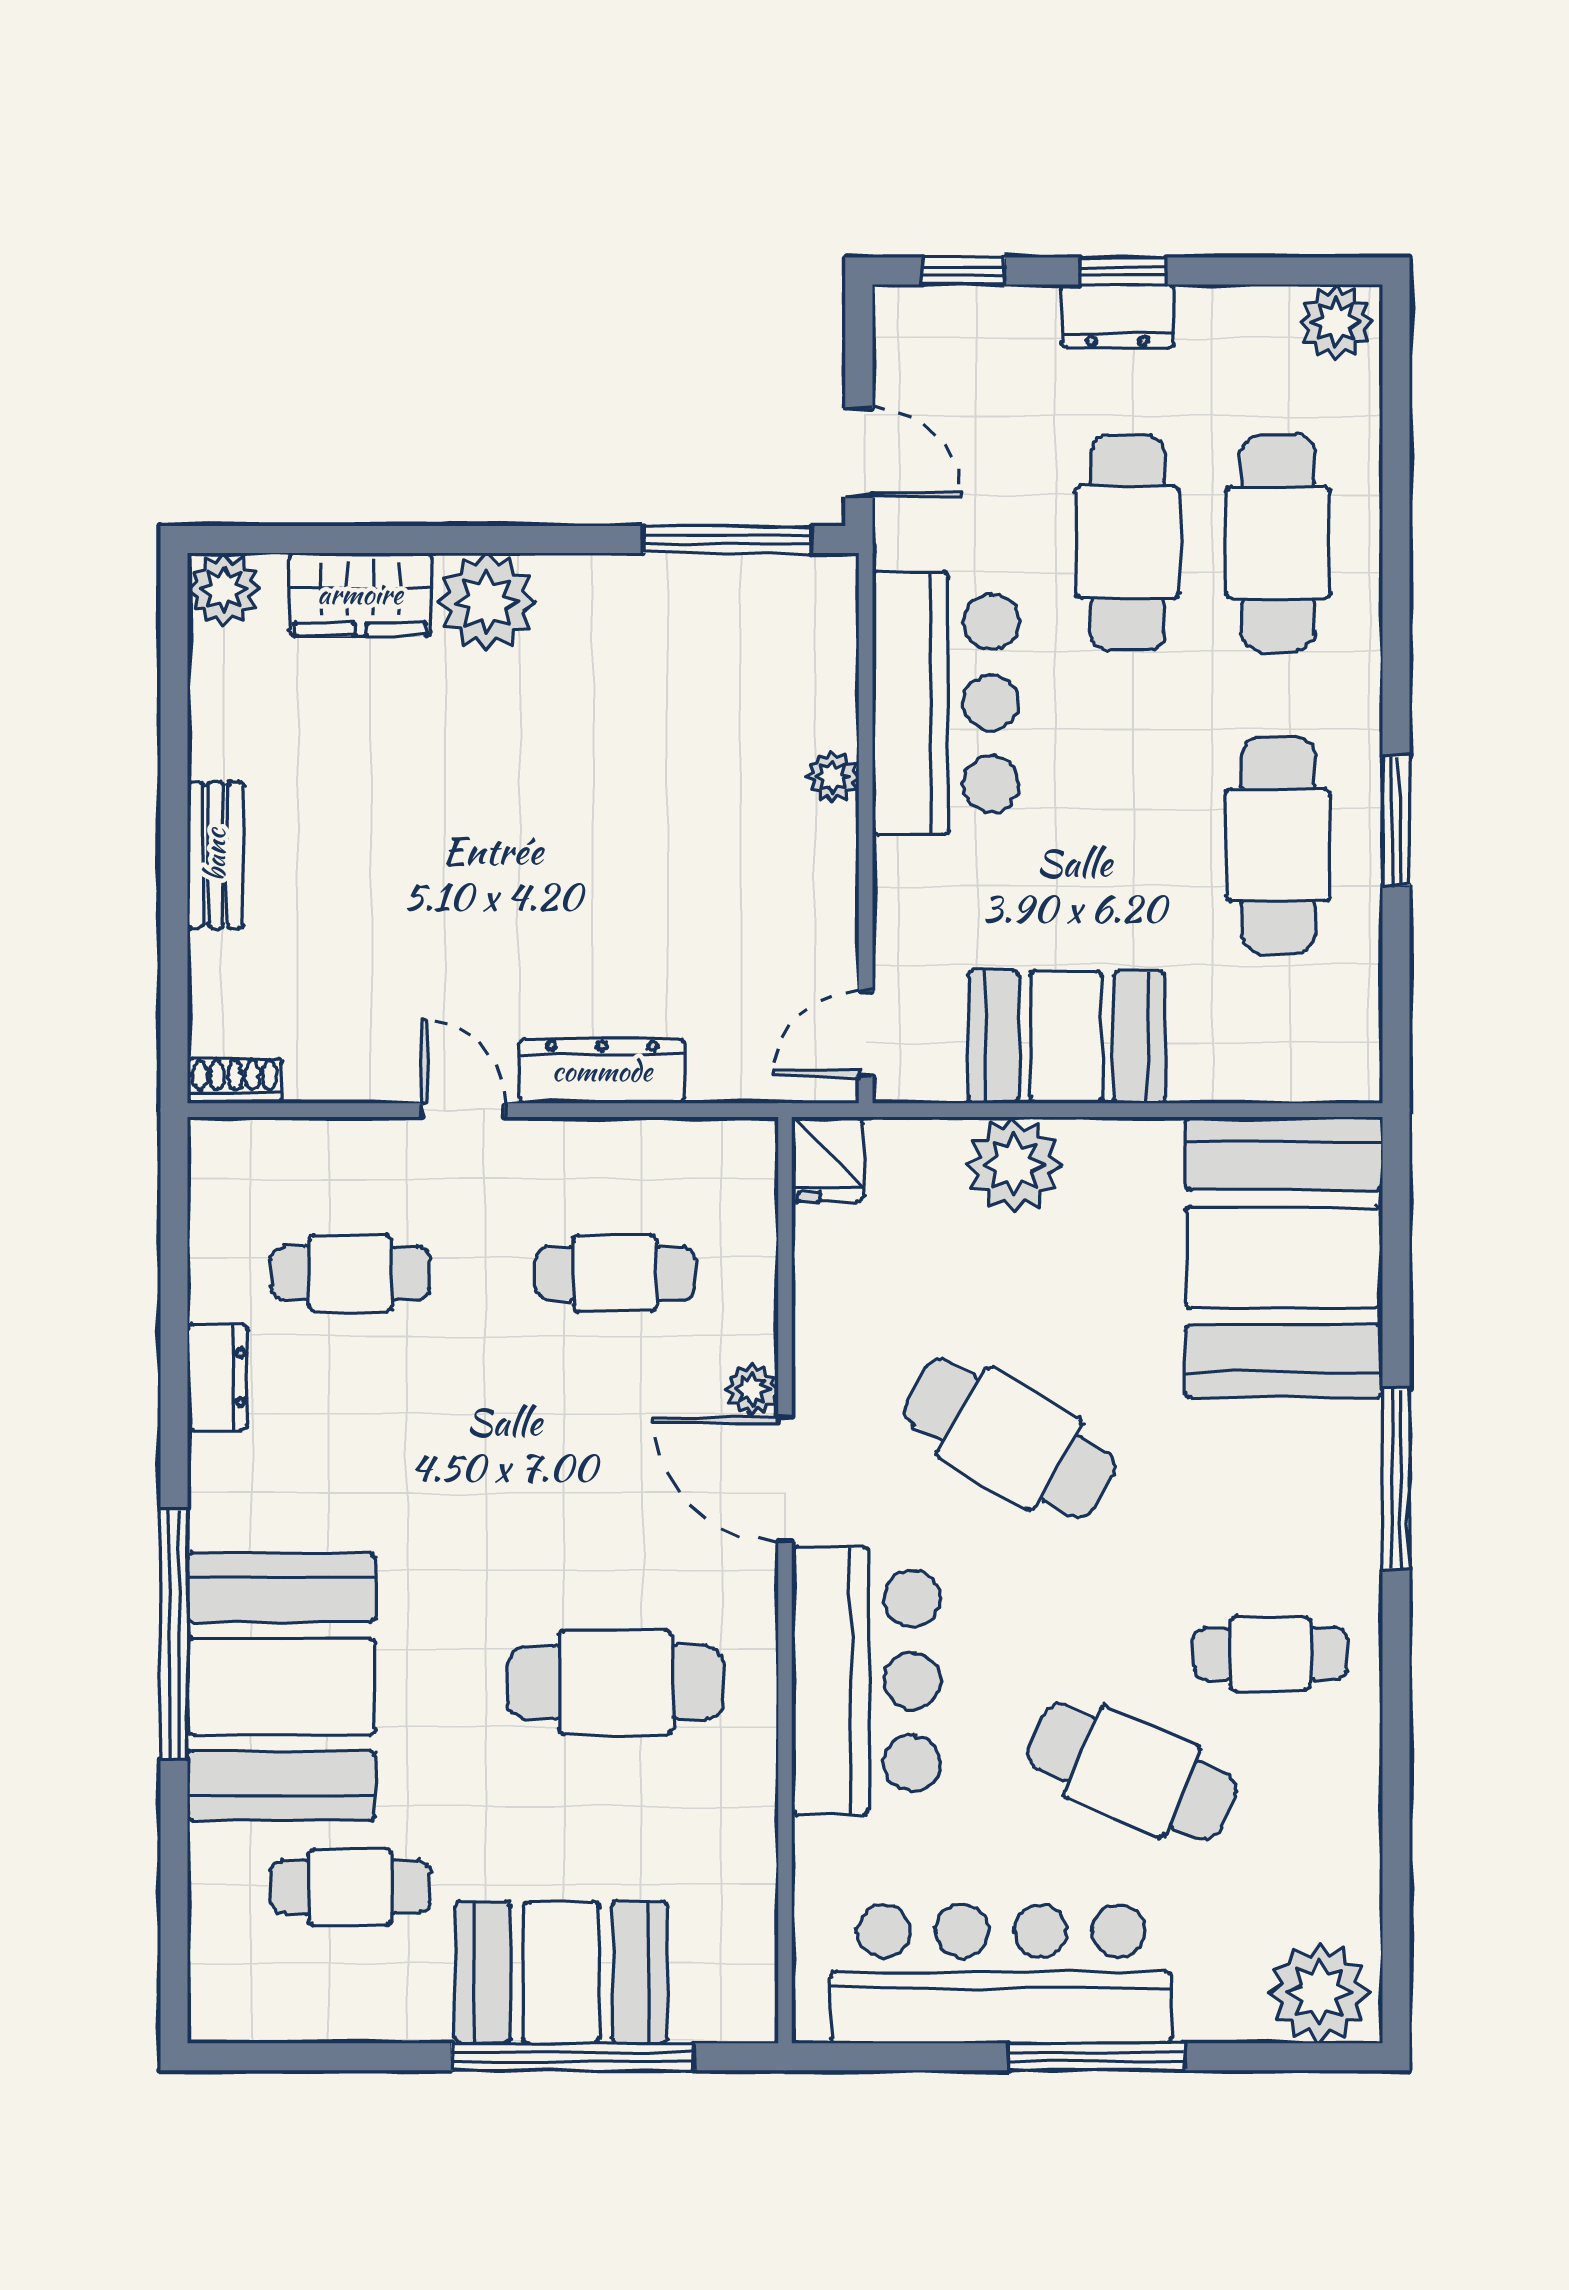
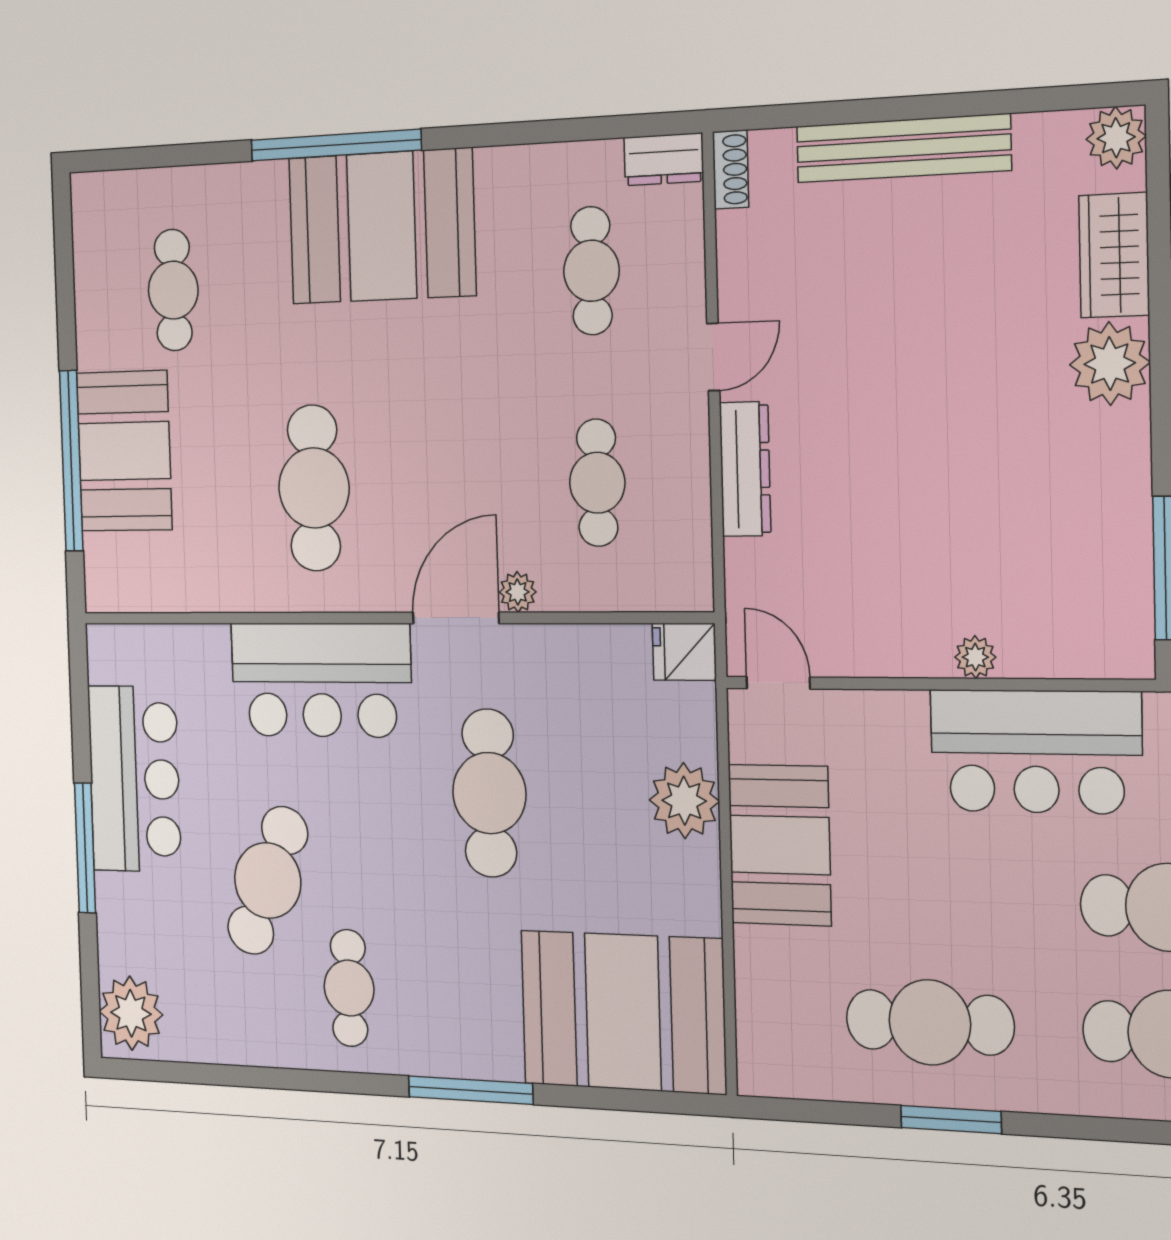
bench: (215, 855) -> (903, 148), width x1.86, depth x1.21
dresser: (217, 1377) -> (664, 159), moved
cafe table: (1010, 1438) -> (489, 793), turned -30
booth: (281, 1687) -> (382, 226), moved
bar counter: (1001, 1974) -> (134, 779), width x0.73

